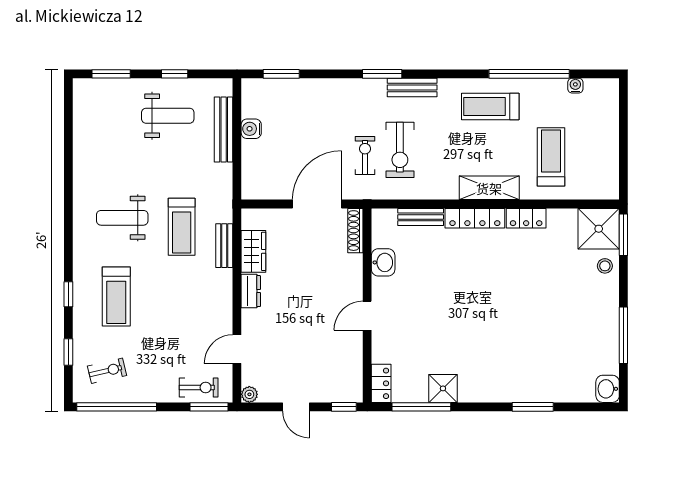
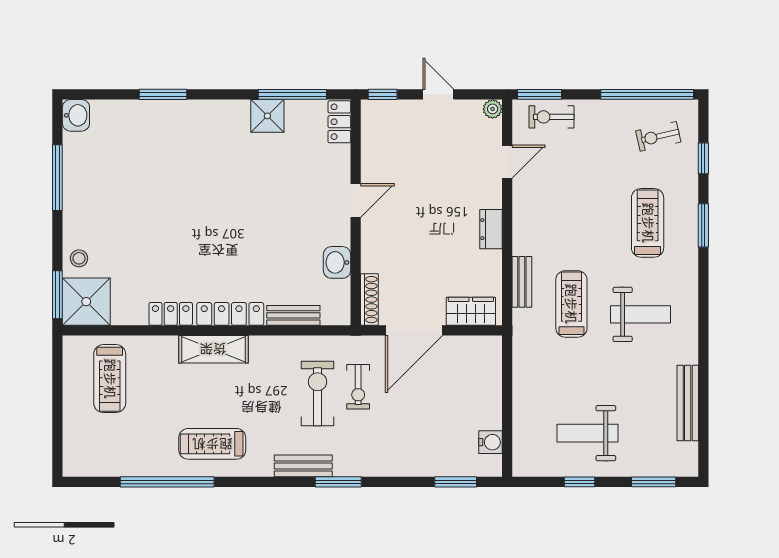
water cooler: (575, 86) -> (113, 468), removed
treadmill: (490, 107) -> (212, 444), turned 180
bench: (224, 129) -> (688, 403), moved
water cooler: (251, 129) -> (491, 442), moved
treadmill: (551, 157) -> (110, 379), moved
wardrobe: (253, 251) -> (471, 311), moved, turned 90
window: (68, 294) -> (703, 225), width x1.50

